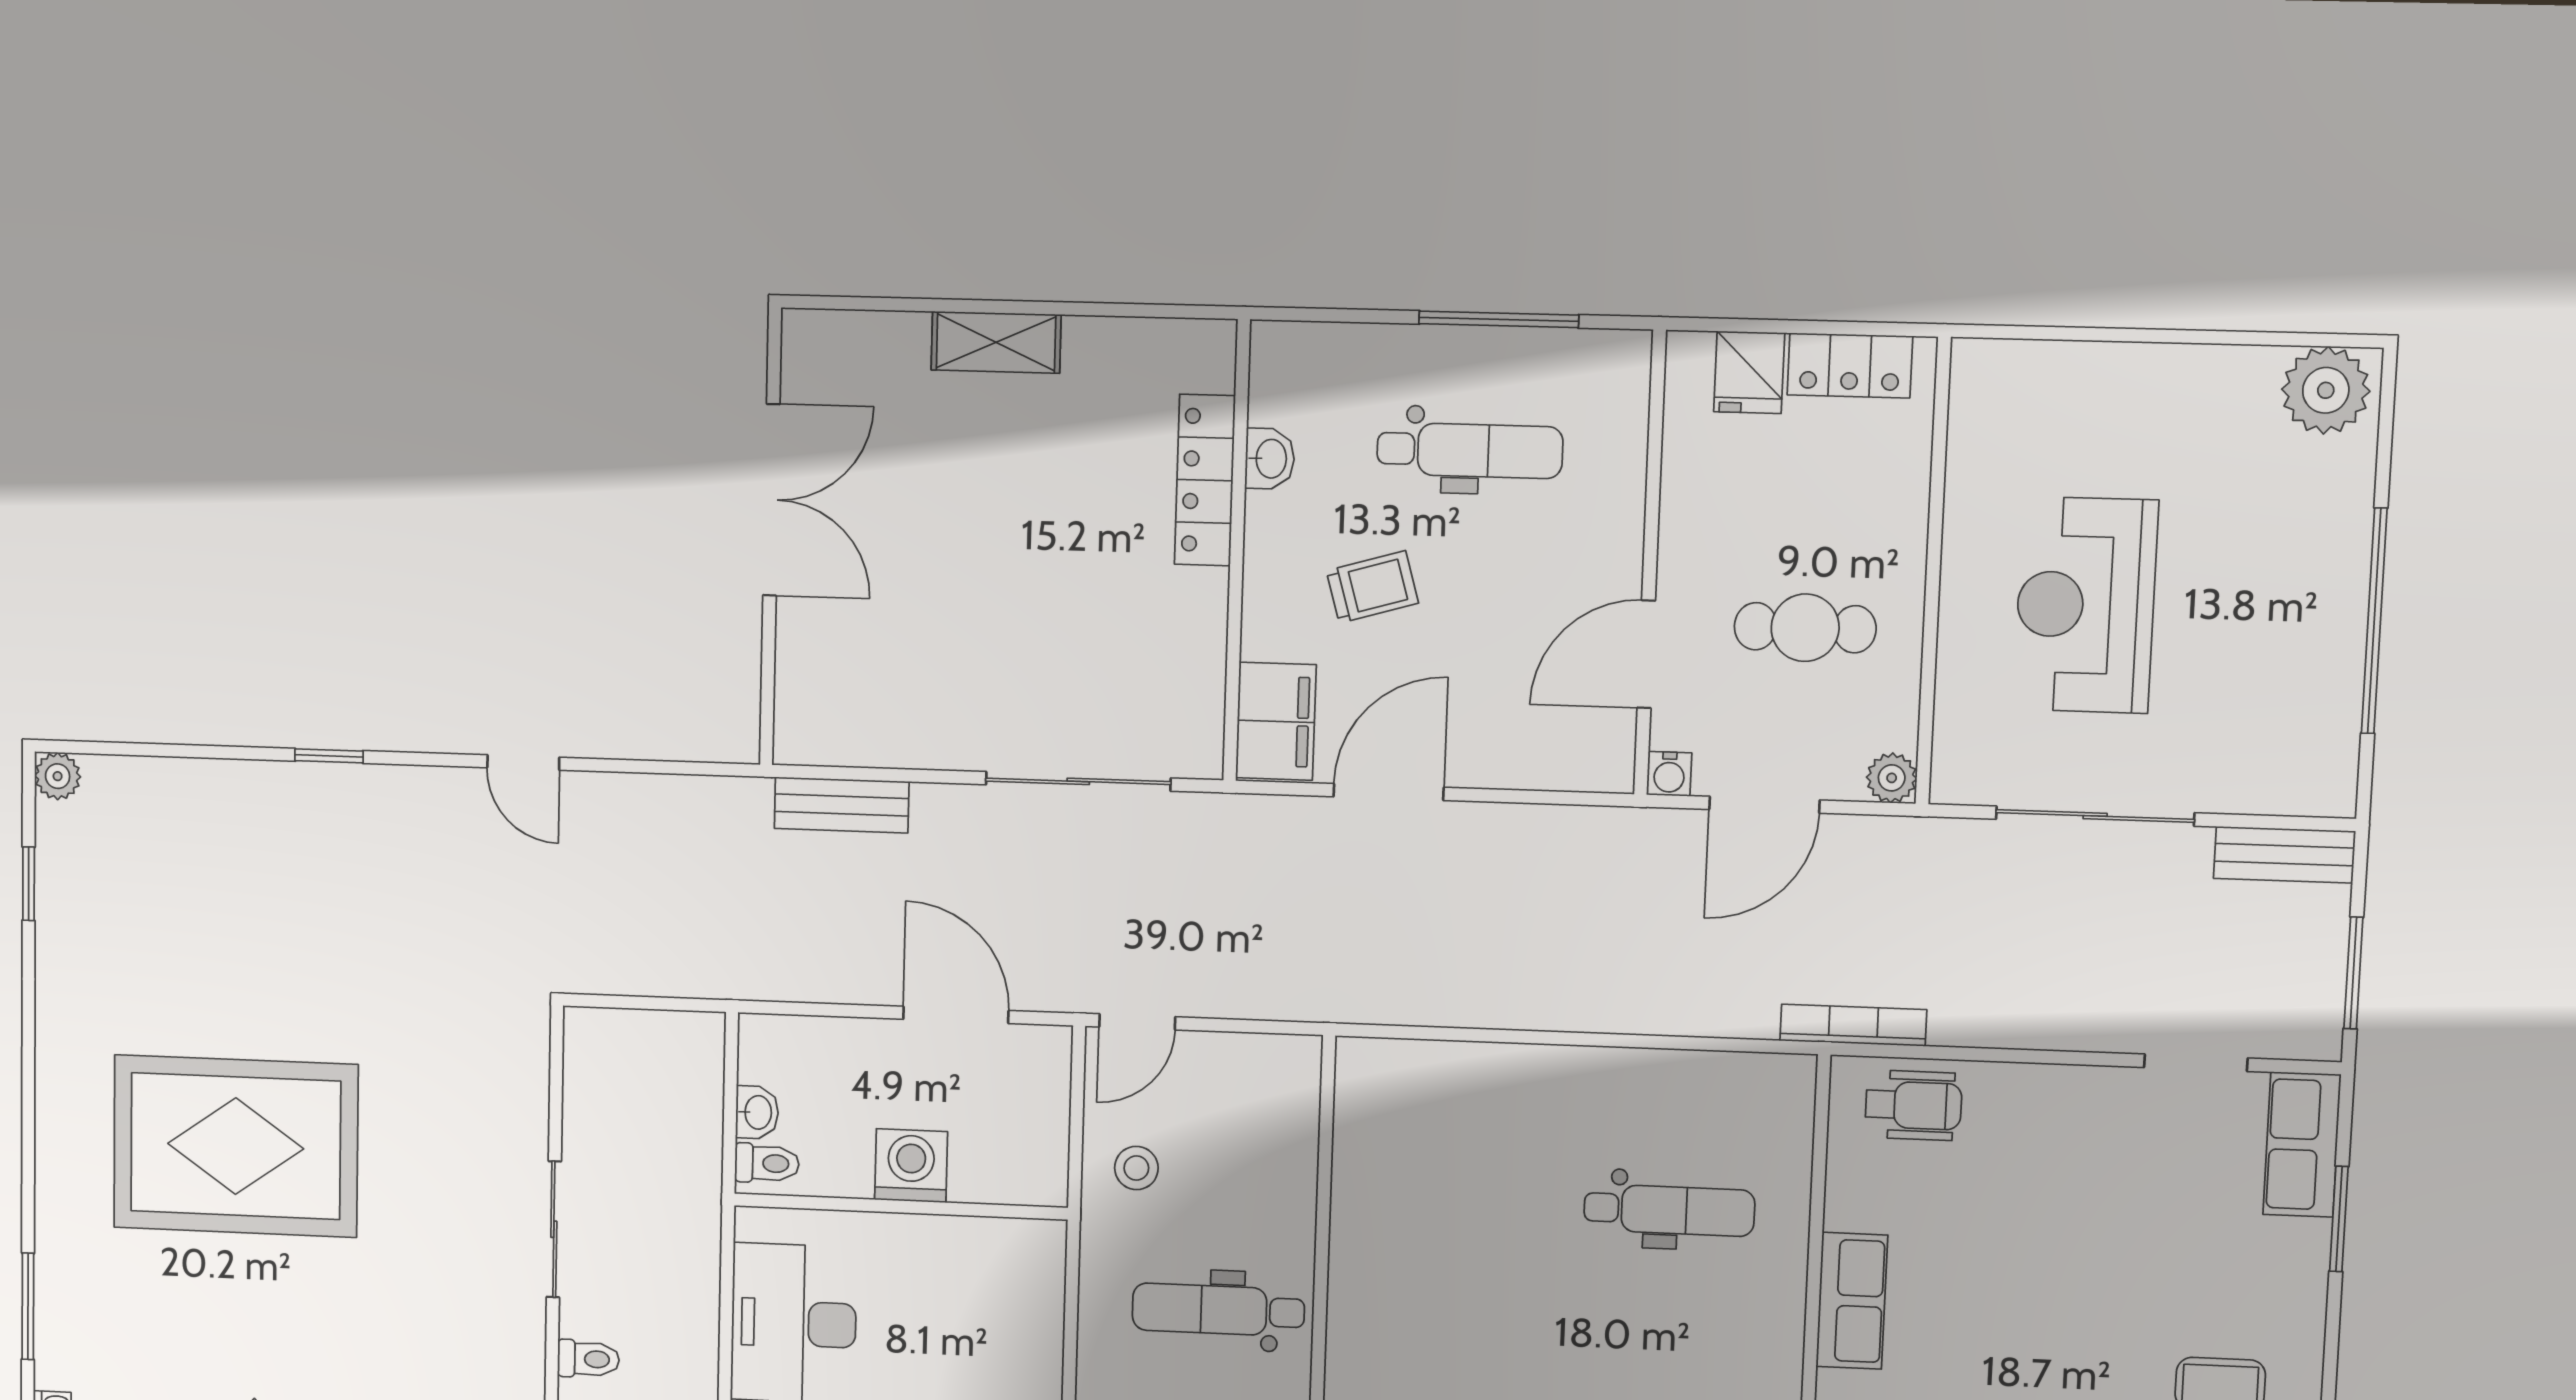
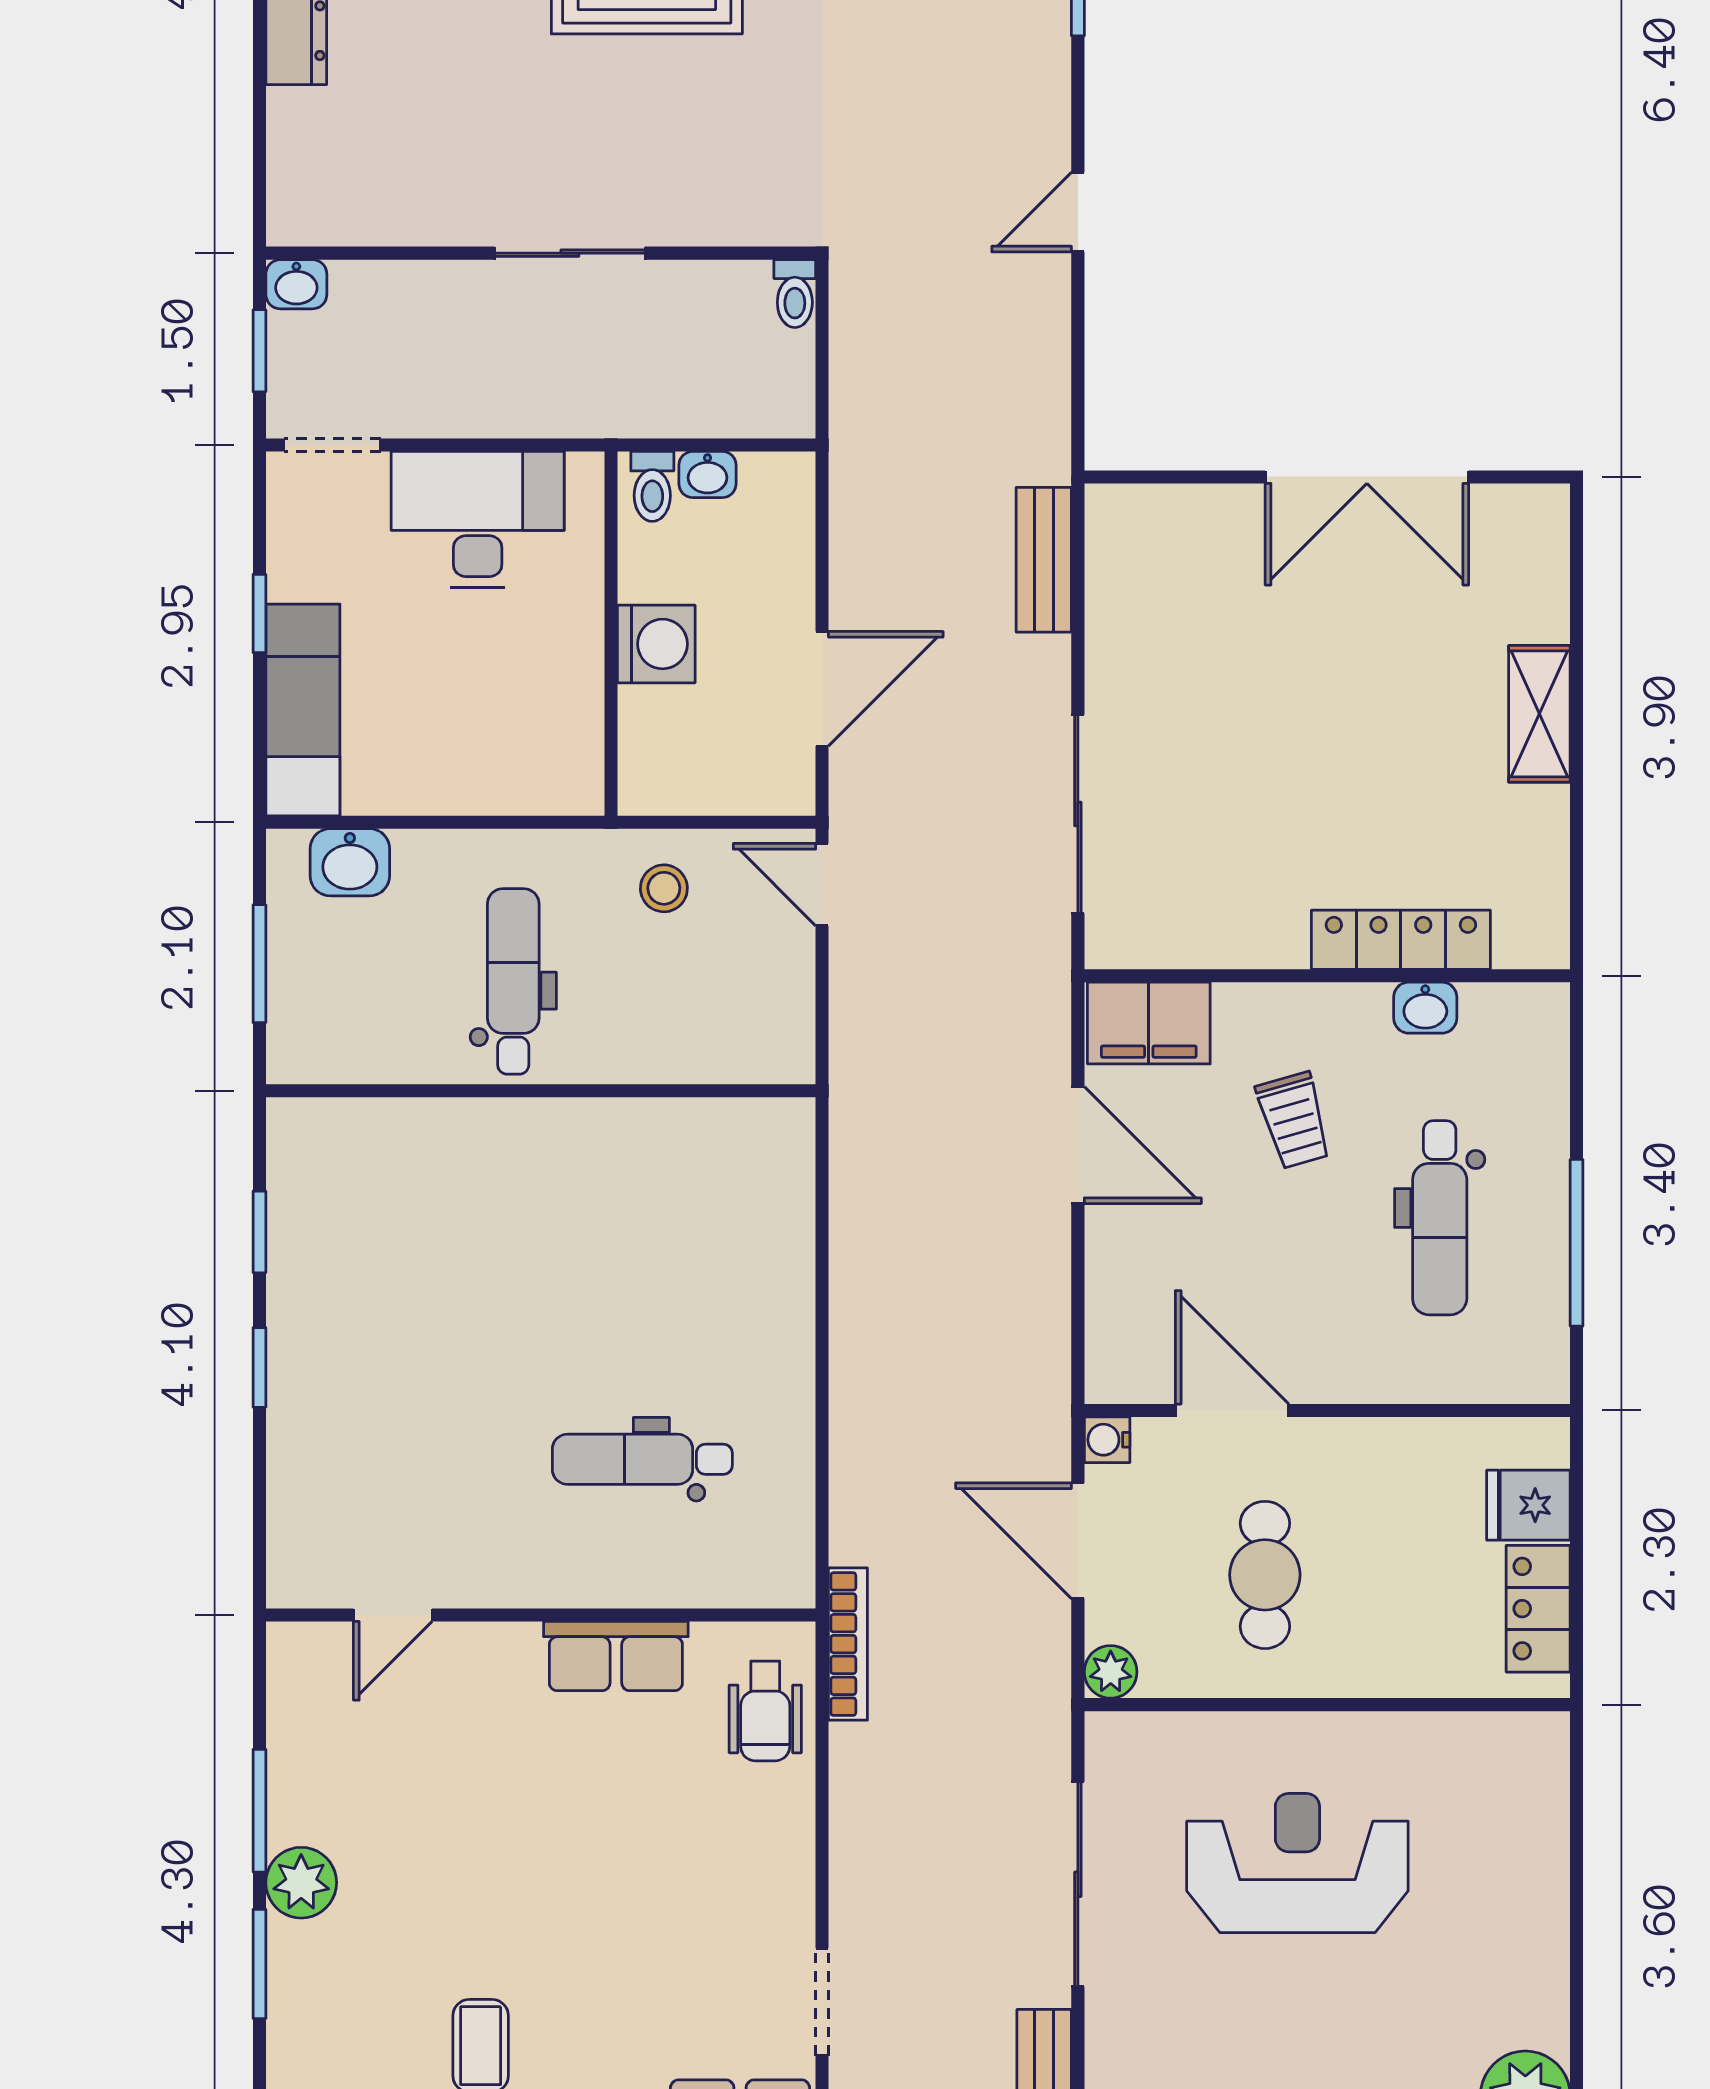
dental chair: (1669, 1210) -> (642, 1459), turned 90
row of seats: (1852, 1301) -> (616, 1656), moved
toilet: (588, 1359) -> (795, 294), moved

